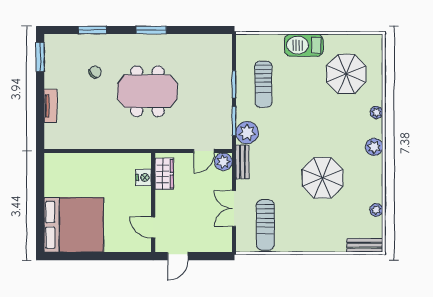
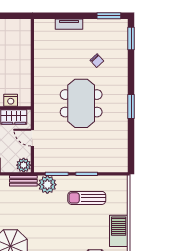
window: (92, 30) -> (131, 38), moved
door: (204, 151) -> (32, 138), moved

